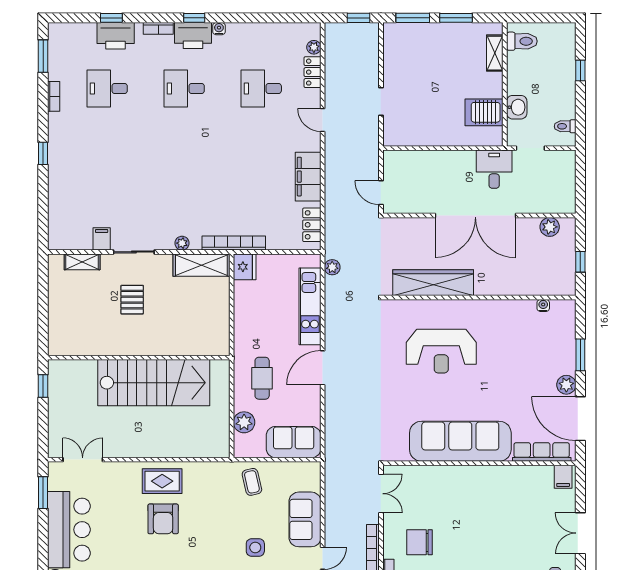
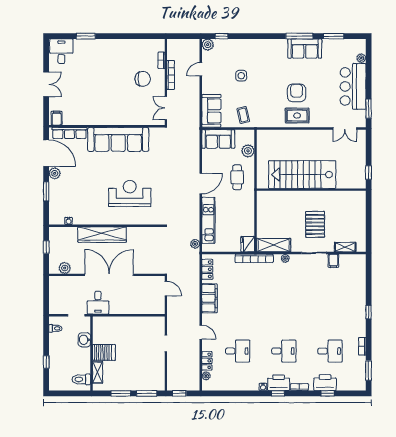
server rack: (484, 112) -> (104, 352), moved
wardrobe: (433, 283) -> (102, 235), moved
pallet: (132, 300) -> (315, 224), width x1.50, depth x1.42
sofa: (305, 519) -> (211, 111), moved

